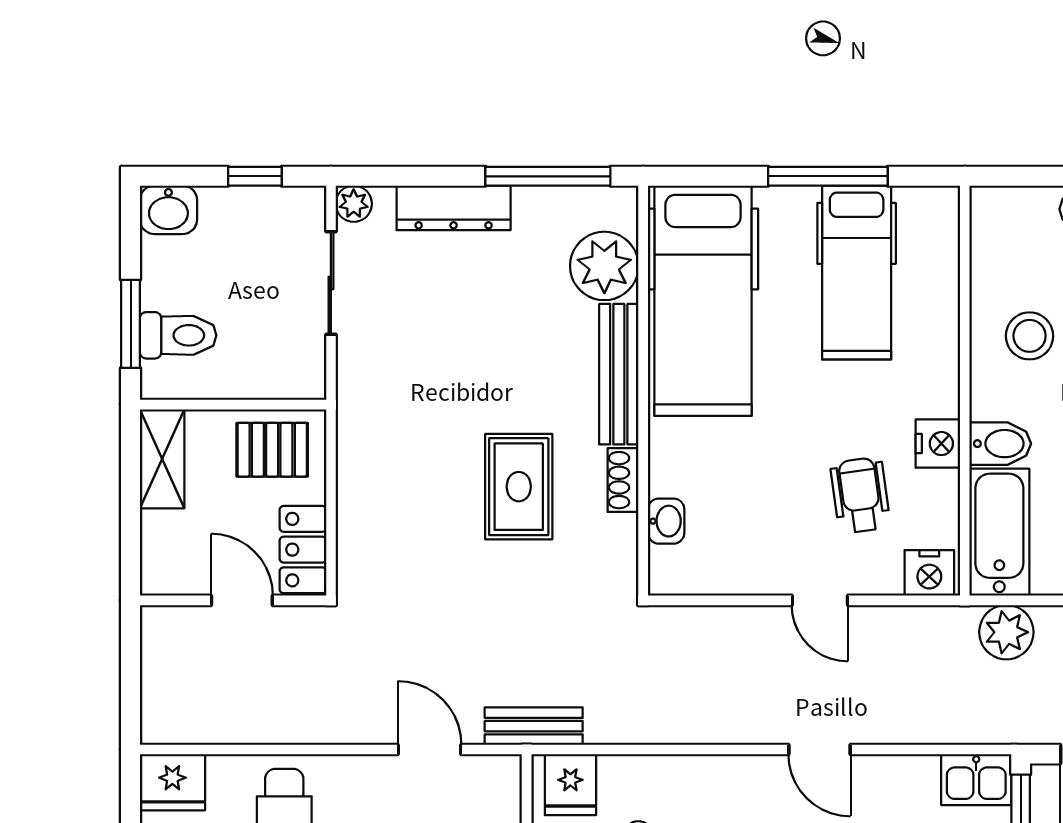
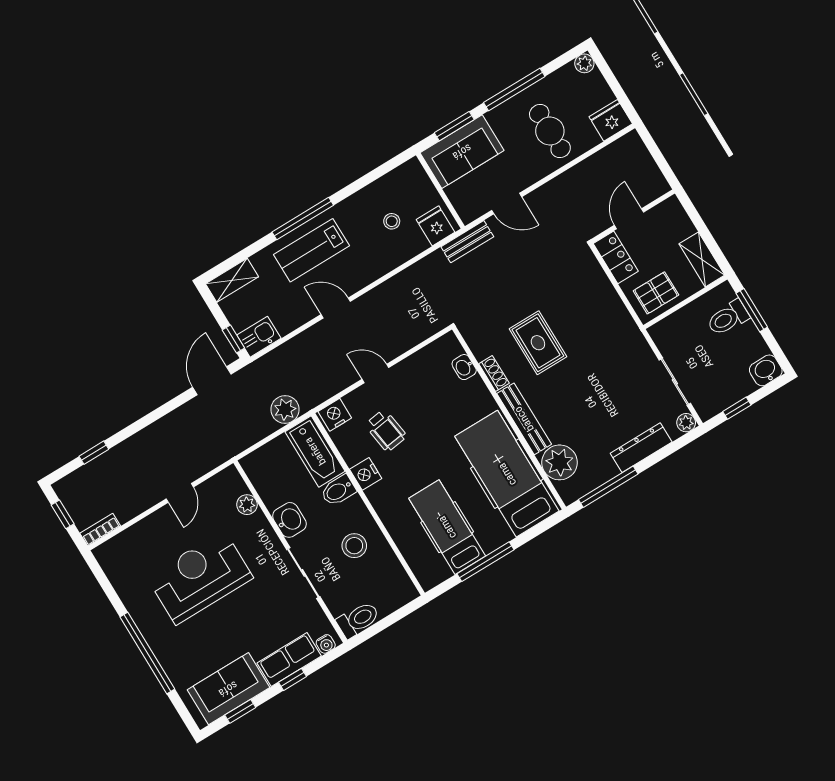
door: (242, 600) -> (629, 219), swing flipped

